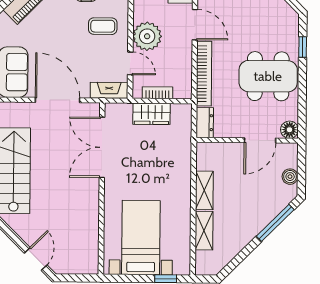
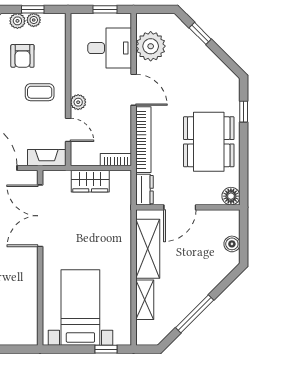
plant: (147, 36) -> (78, 102), width x0.53, depth x0.53
dining table: (268, 76) -> (209, 142), turned 90
bookcase: (158, 93) -> (116, 160), moved
door: (260, 140) -> (180, 207), moved
shelving: (204, 190) -> (148, 249), width x1.50, depth x1.33
window: (275, 223) -> (195, 314), moved

